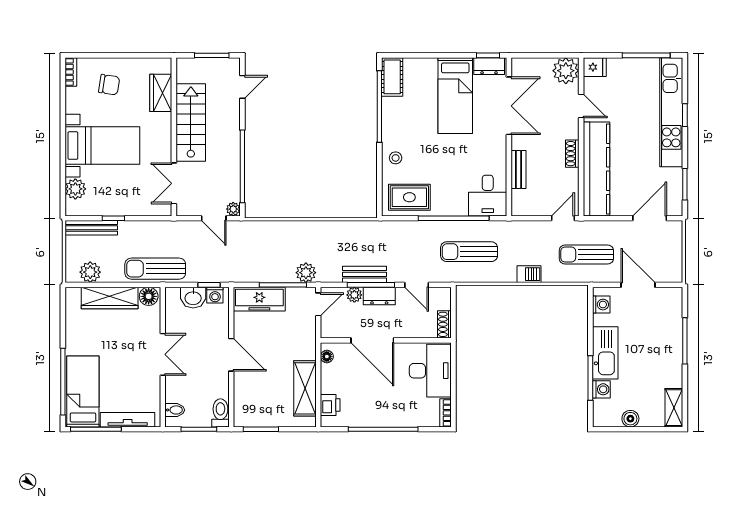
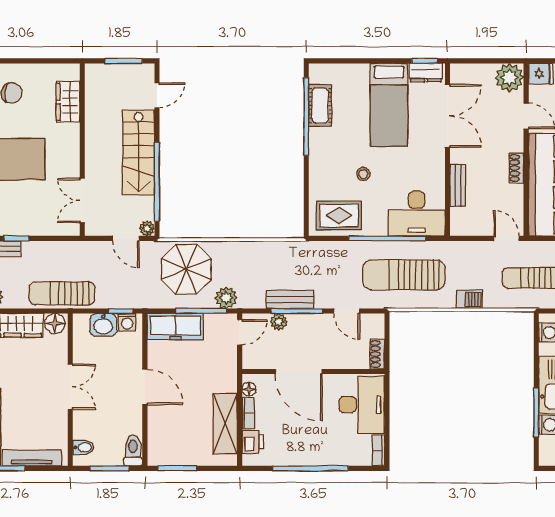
cot: (392, 77) -> (320, 105), moved
stairs: (191, 123) -> (139, 153), moved, turned 180
stool: (396, 158) -> (363, 174), moved
desk: (488, 196) -> (417, 214), width x1.37
door: (563, 218) -> (506, 238), hinge flipped
parasol: (269, 246) -> (186, 269), added
sun lounger: (469, 252) -> (404, 275), width x1.36, depth x1.34
dresser: (379, 296) -> (306, 323), removed
bookcase: (326, 379) -> (248, 413), added

